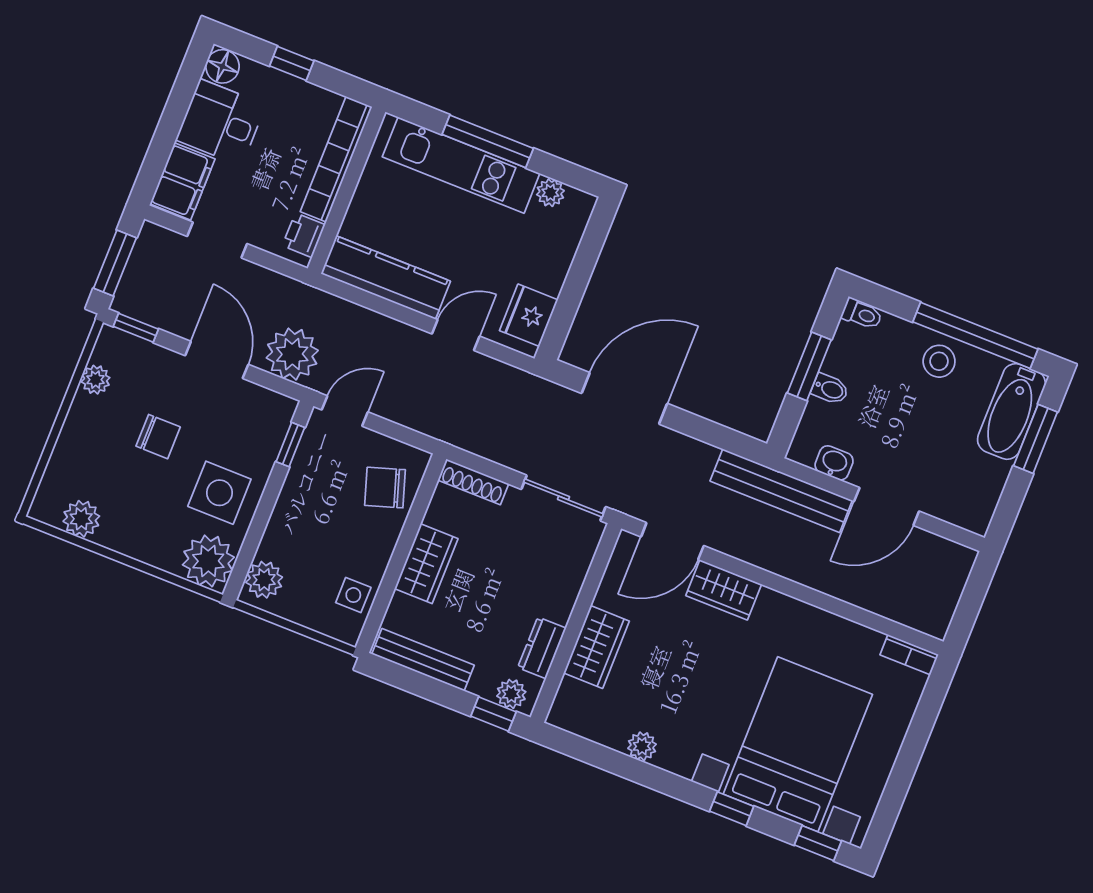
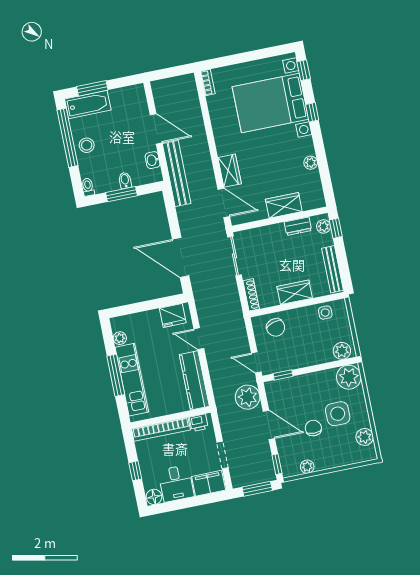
door: (217, 360) -> (269, 425), swing flipped
side table: (219, 493) -> (338, 414), moved

